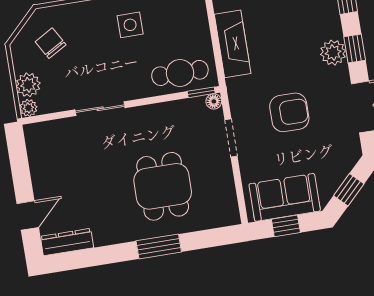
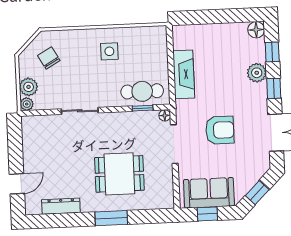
plant: (333, 53) -> (257, 73), moved
window: (201, 92) -> (143, 108), moved
doorway: (231, 138) -> (174, 144), width x1.38
dining table: (163, 186) -> (119, 174), turned 90
dresser: (67, 242) -> (61, 206), moved

